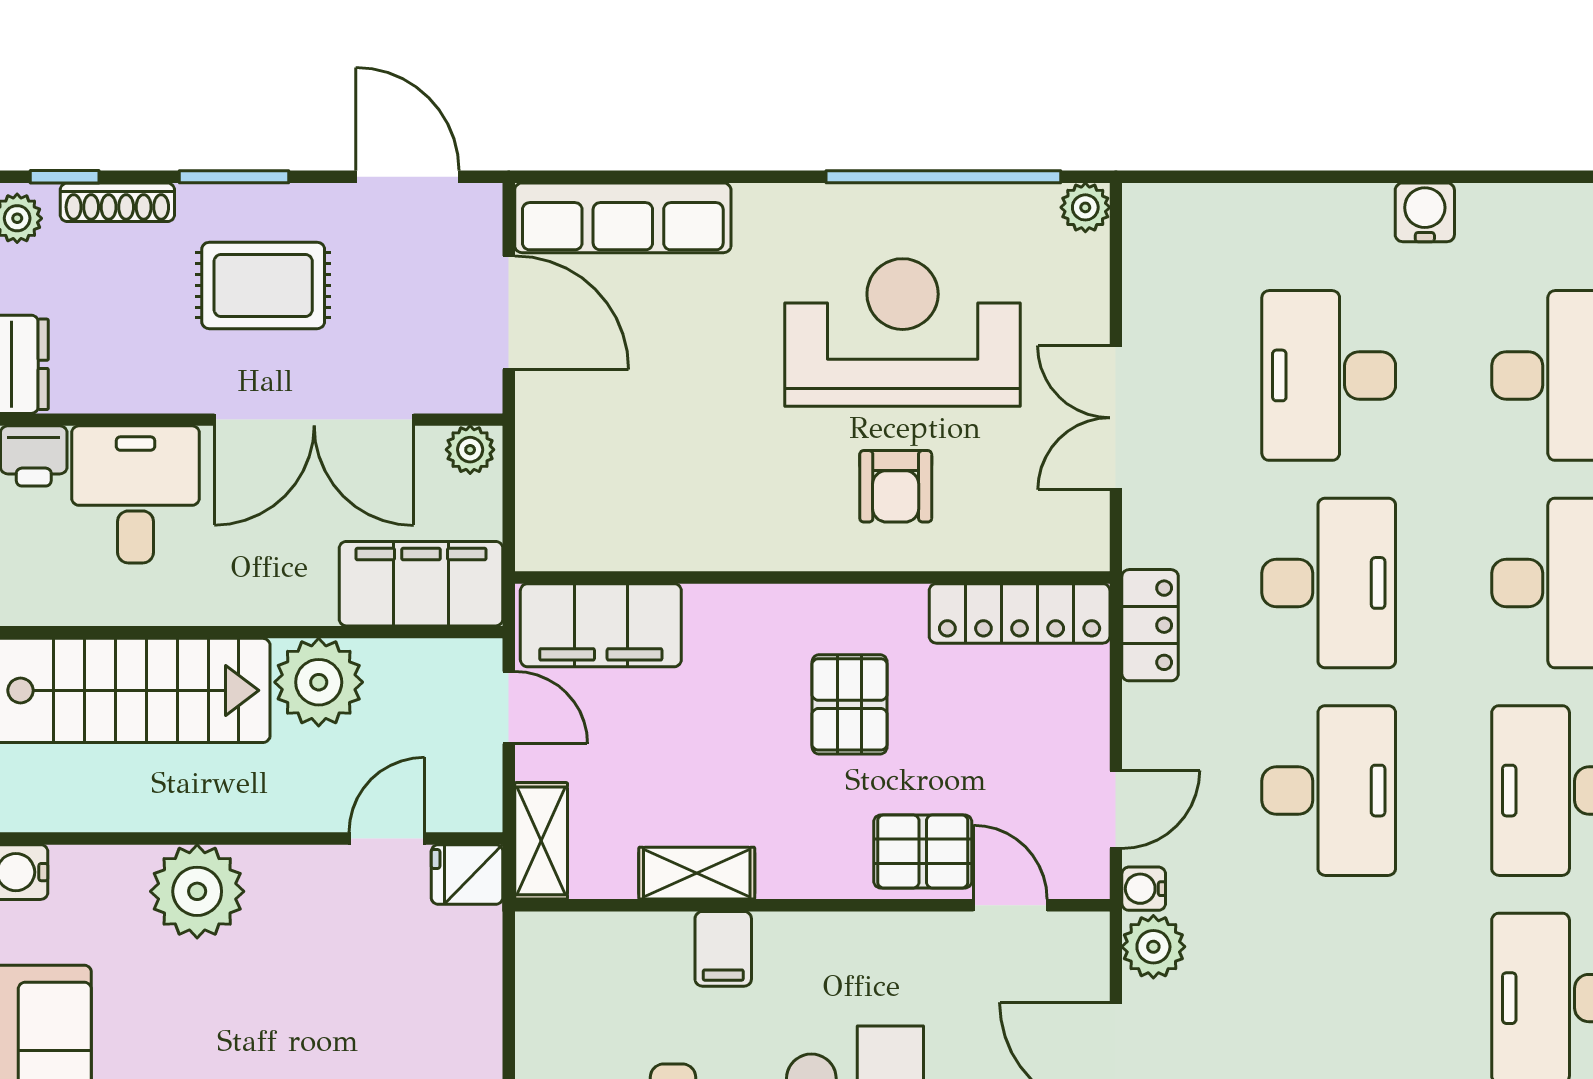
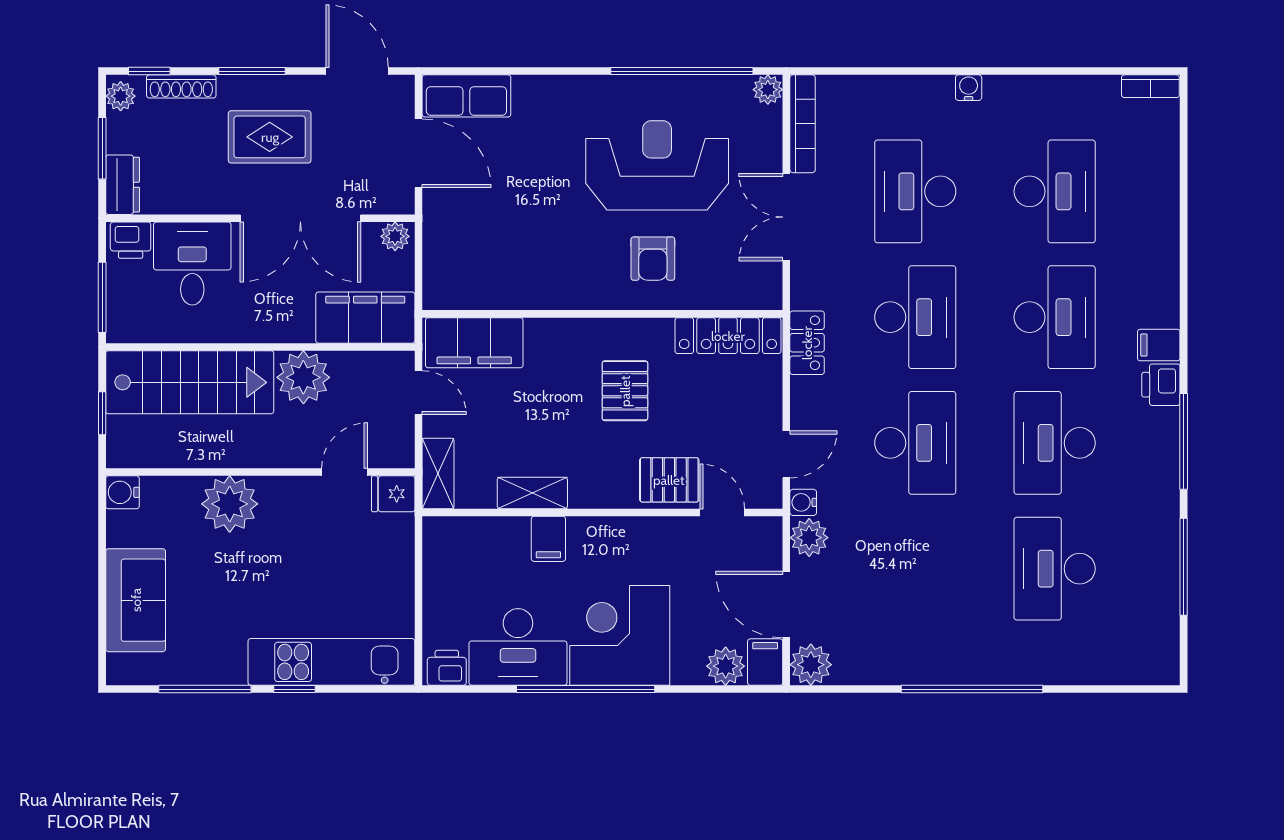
water cooler: (1425, 212) -> (969, 88), width x0.72, depth x0.72
row of seats: (623, 218) -> (466, 96), width x0.68
bookcase: (1143, 264) -> (803, 124), added

